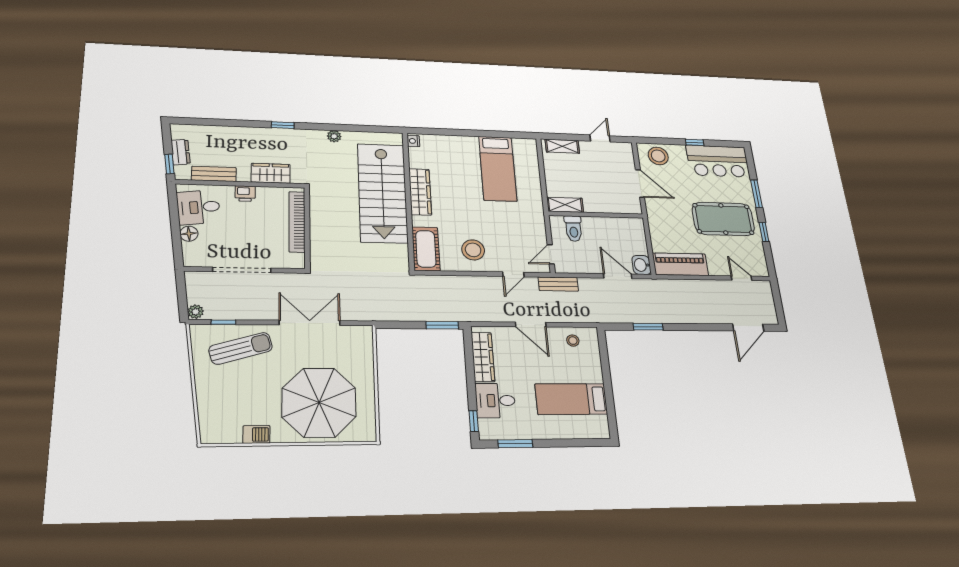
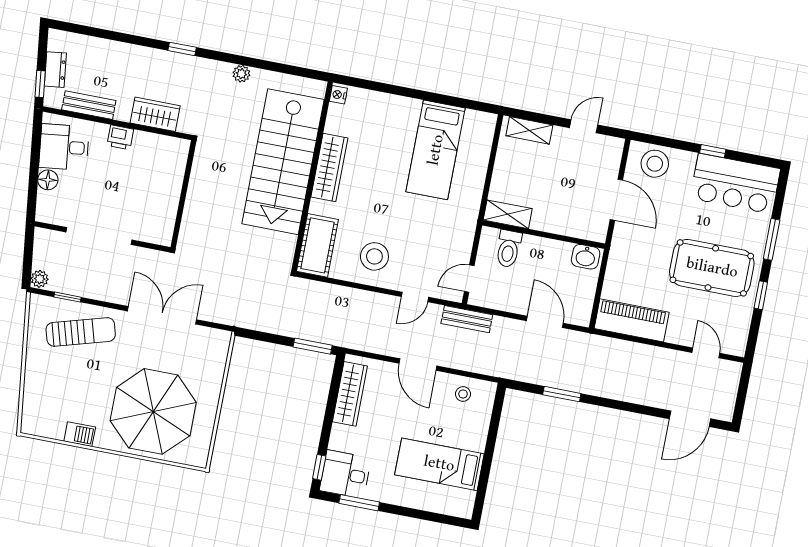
bookcase: (297, 222) -> (173, 184), removed
washbasin: (641, 265) -> (586, 257), moved, turned -90
desk: (495, 401) -> (345, 474), moved

